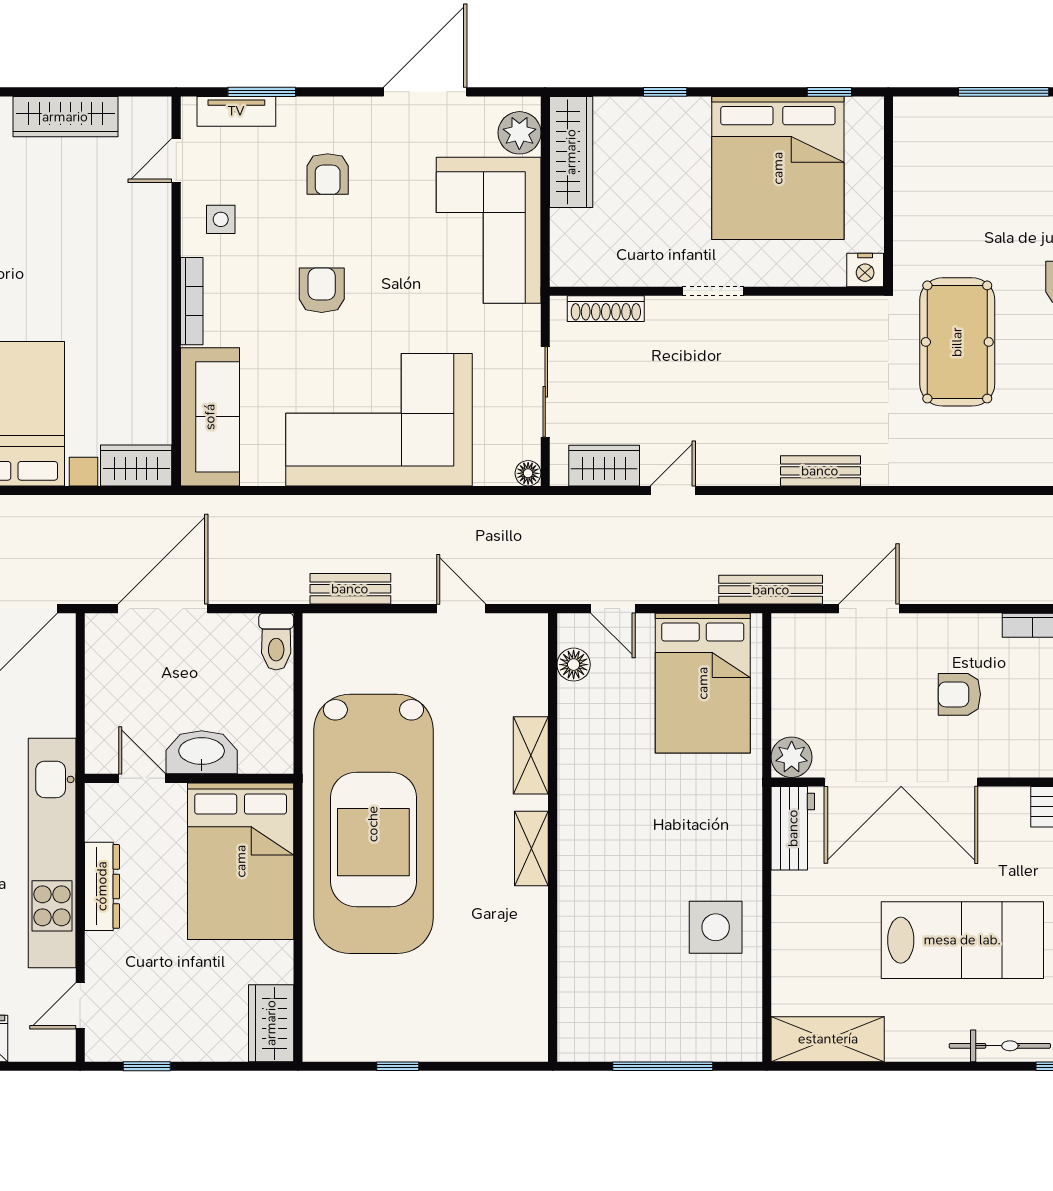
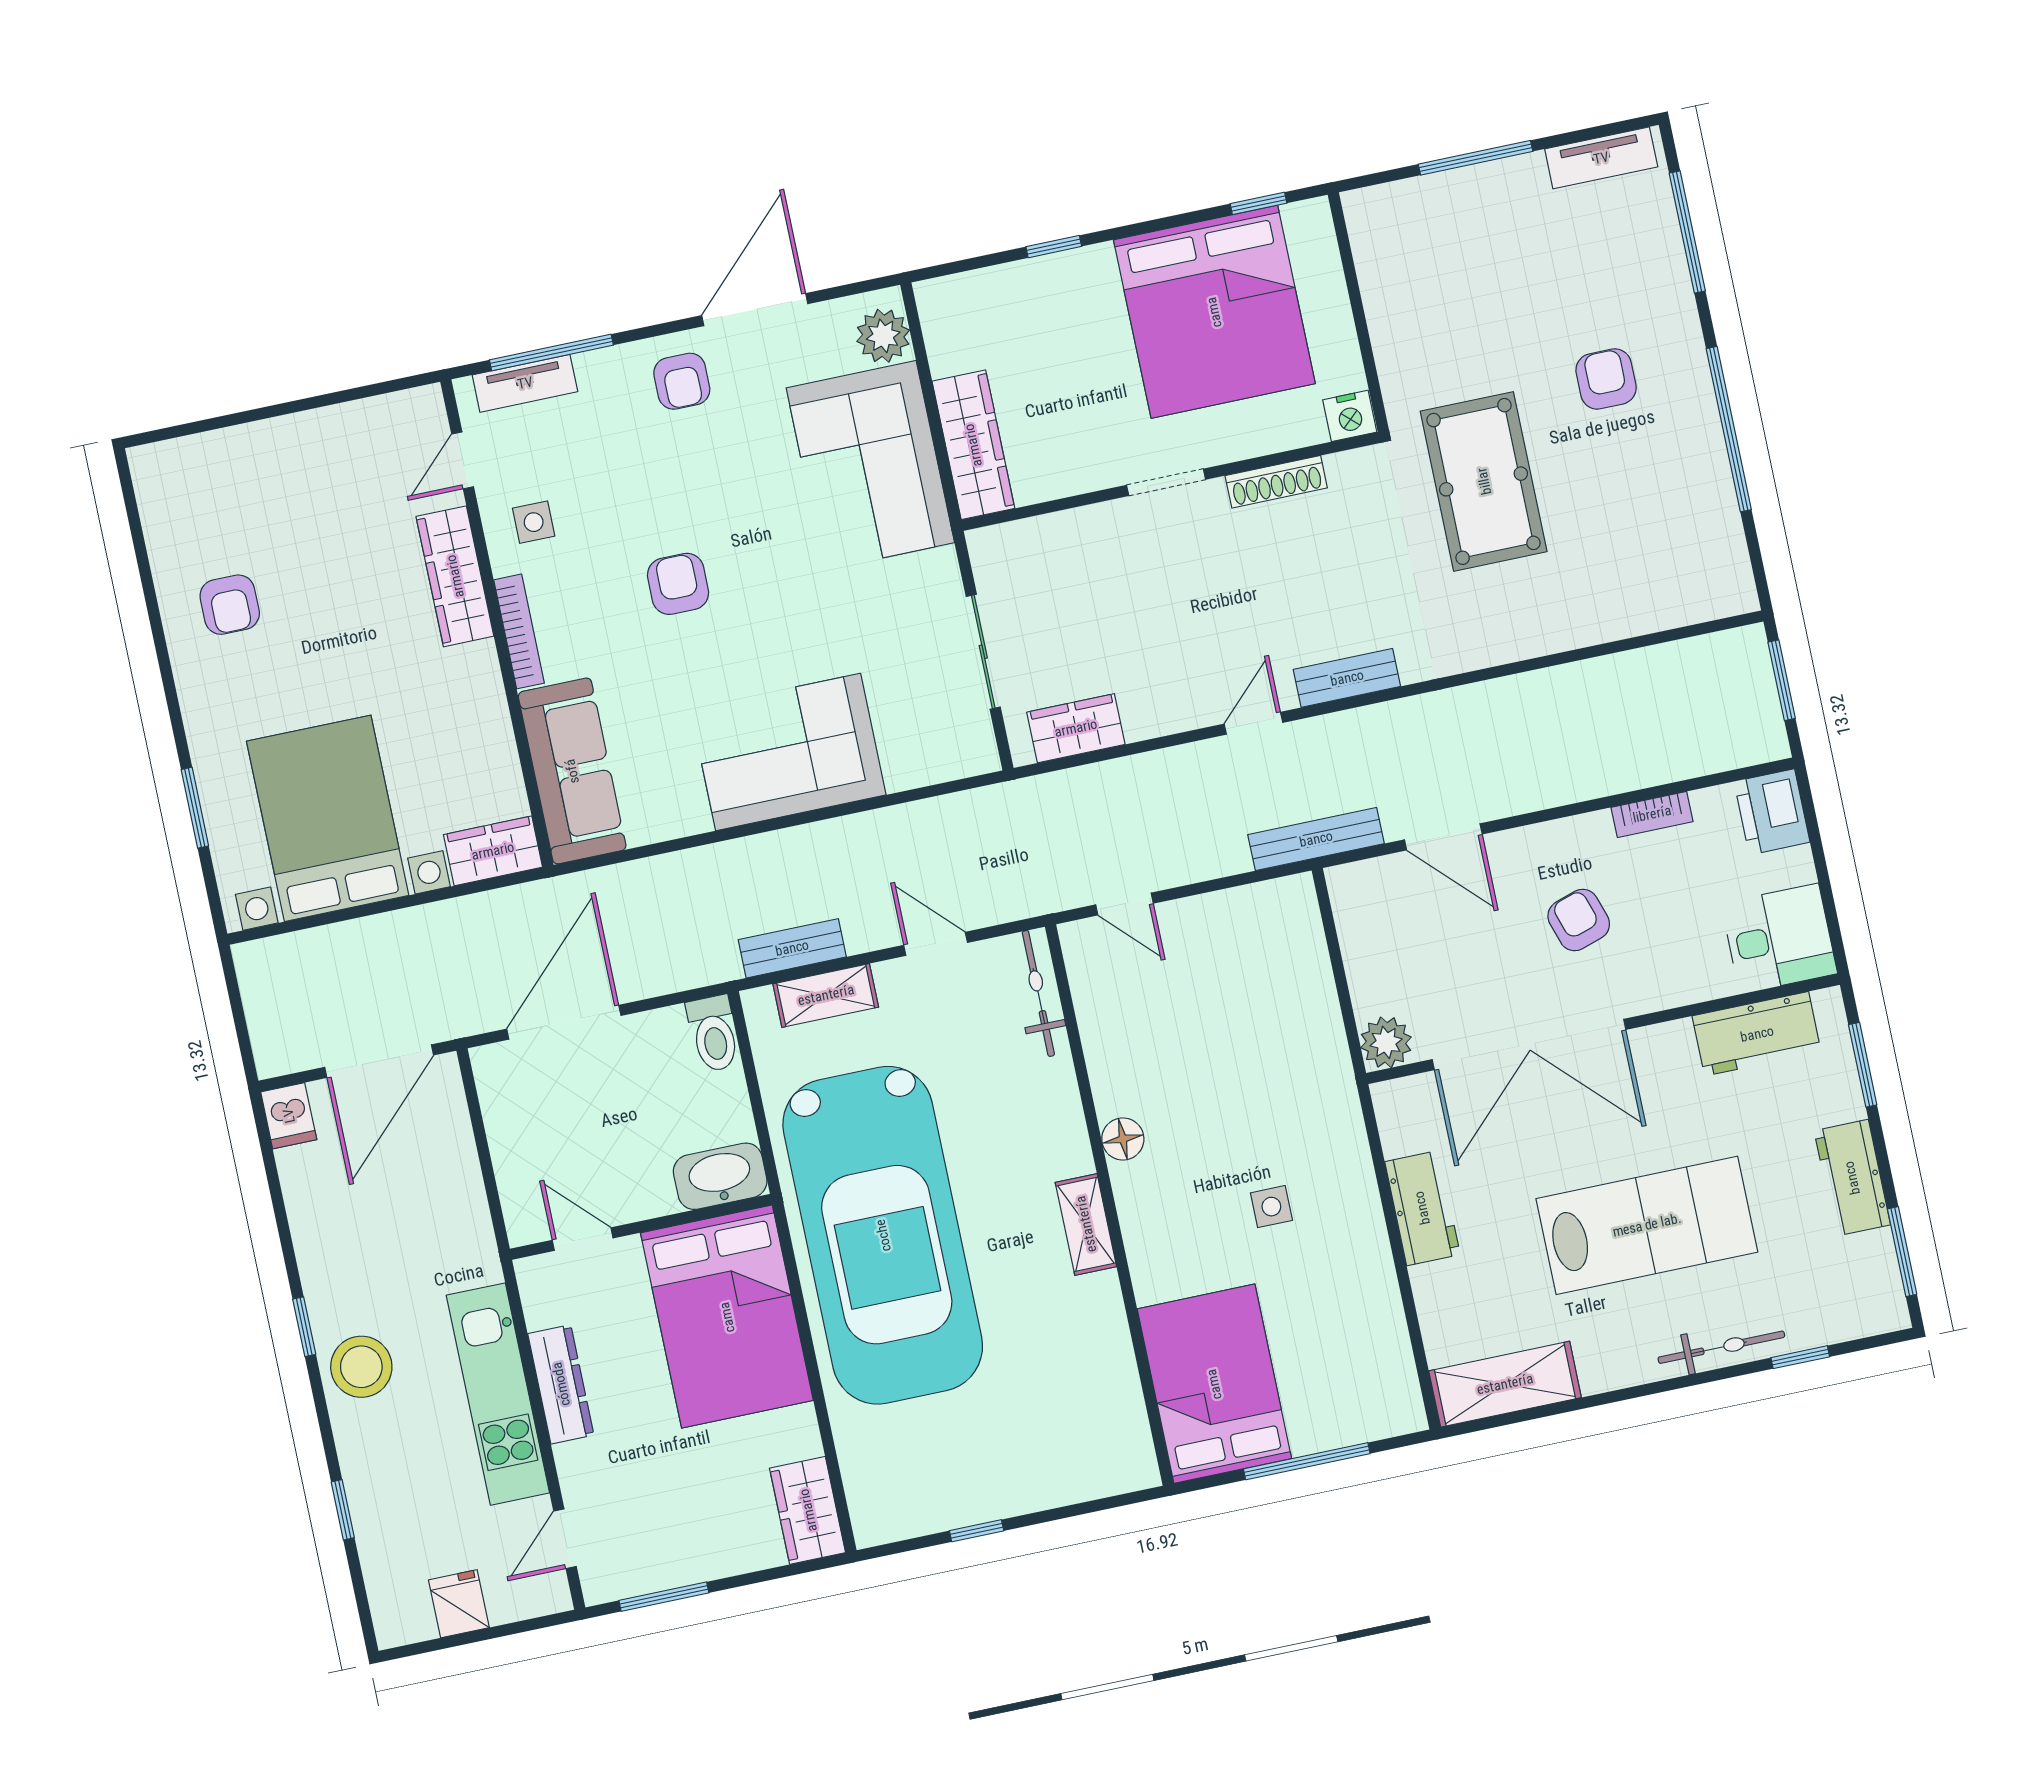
window: (262, 92) -> (551, 352), width x1.44
wardrobe: (65, 117) -> (455, 576), moved, turned 90
wardrobe: (571, 152) -> (973, 445), moved
armchair: (328, 174) -> (682, 381), moved
shoe rack: (606, 309) -> (1276, 482), moved
corner sofa: (379, 420) -> (788, 752), width x0.73, depth x0.74
floor lamp: (528, 473) -> (983, 758), removed
door: (673, 490) -> (1253, 723), moved
door: (869, 609) -> (1443, 837), swing flipped
bicycle: (532, 663) -> (1038, 993), added
floor lamp: (574, 665) -> (1123, 1139), moved
bed: (703, 683) -> (1214, 1384), moved, turned 180
armchair: (959, 694) -> (1579, 920), turned 72
washbasin: (202, 752) -> (720, 1176), moved
shelving: (531, 755) -> (826, 995), moved, turned 90
workbench: (793, 828) -> (1422, 1208), moved
kitchen unit: (52, 853) -> (498, 1394), width x0.73
side table: (716, 927) -> (1271, 1207), moved, width x0.54, depth x0.54
window: (147, 1066) -> (664, 1597), width x1.50

